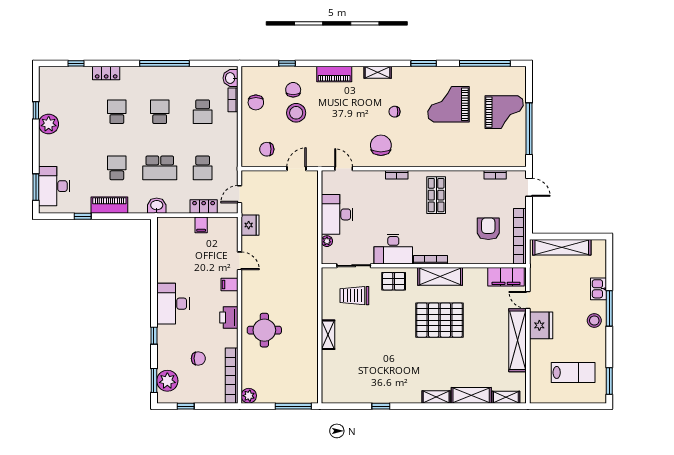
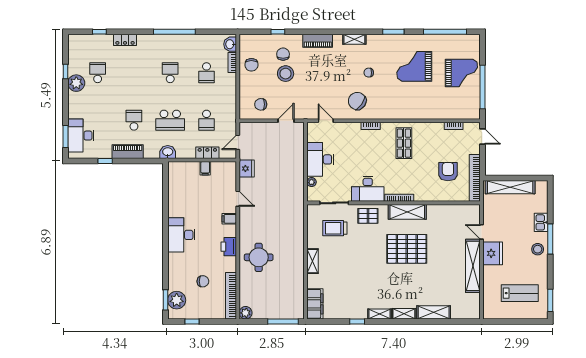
school desk: (117, 112) -> (98, 73), moved
chair: (381, 145) -> (357, 101), turned -55
filing cabinet: (506, 277) -> (315, 304), moved, turned -90
window: (154, 336) -> (165, 262), removed
shelving: (506, 397) -> (380, 314), moved

